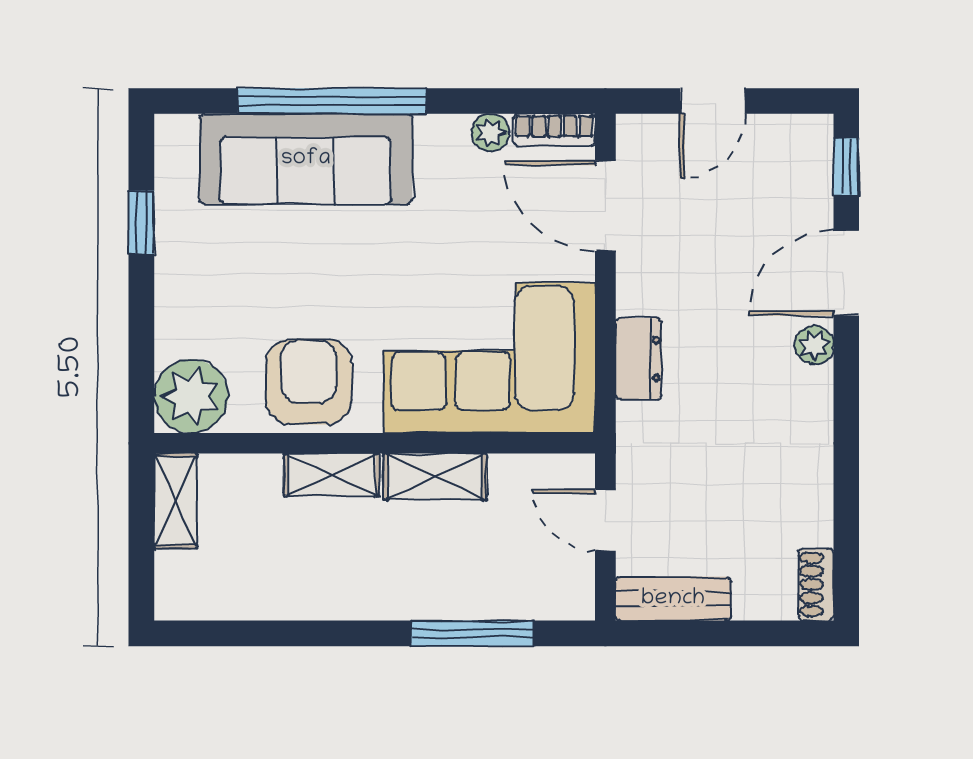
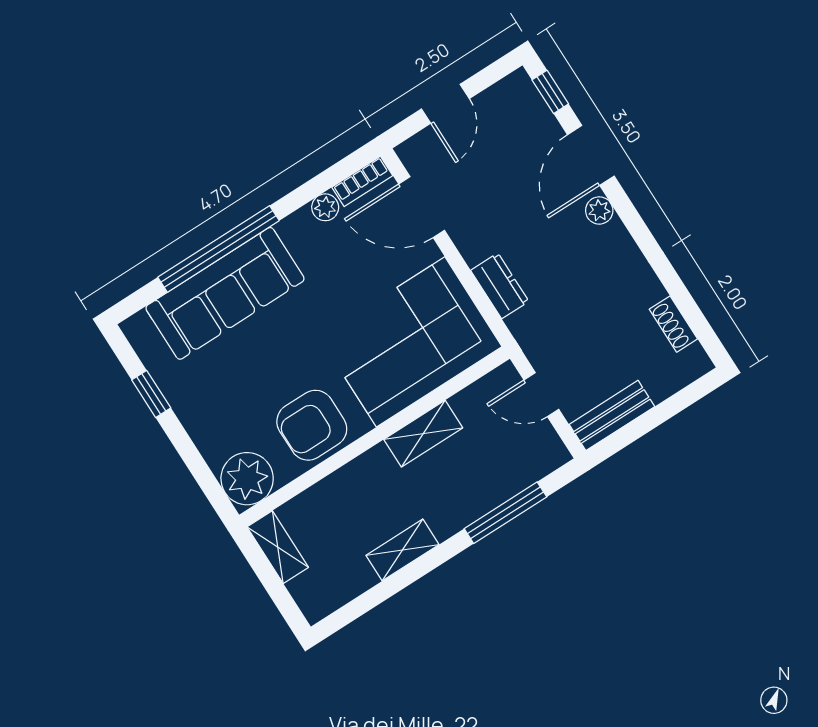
armchair: (309, 382) -> (312, 425), turned -90
shelving: (332, 475) -> (402, 550), moved
shoe rack: (816, 585) -> (673, 324), moved

